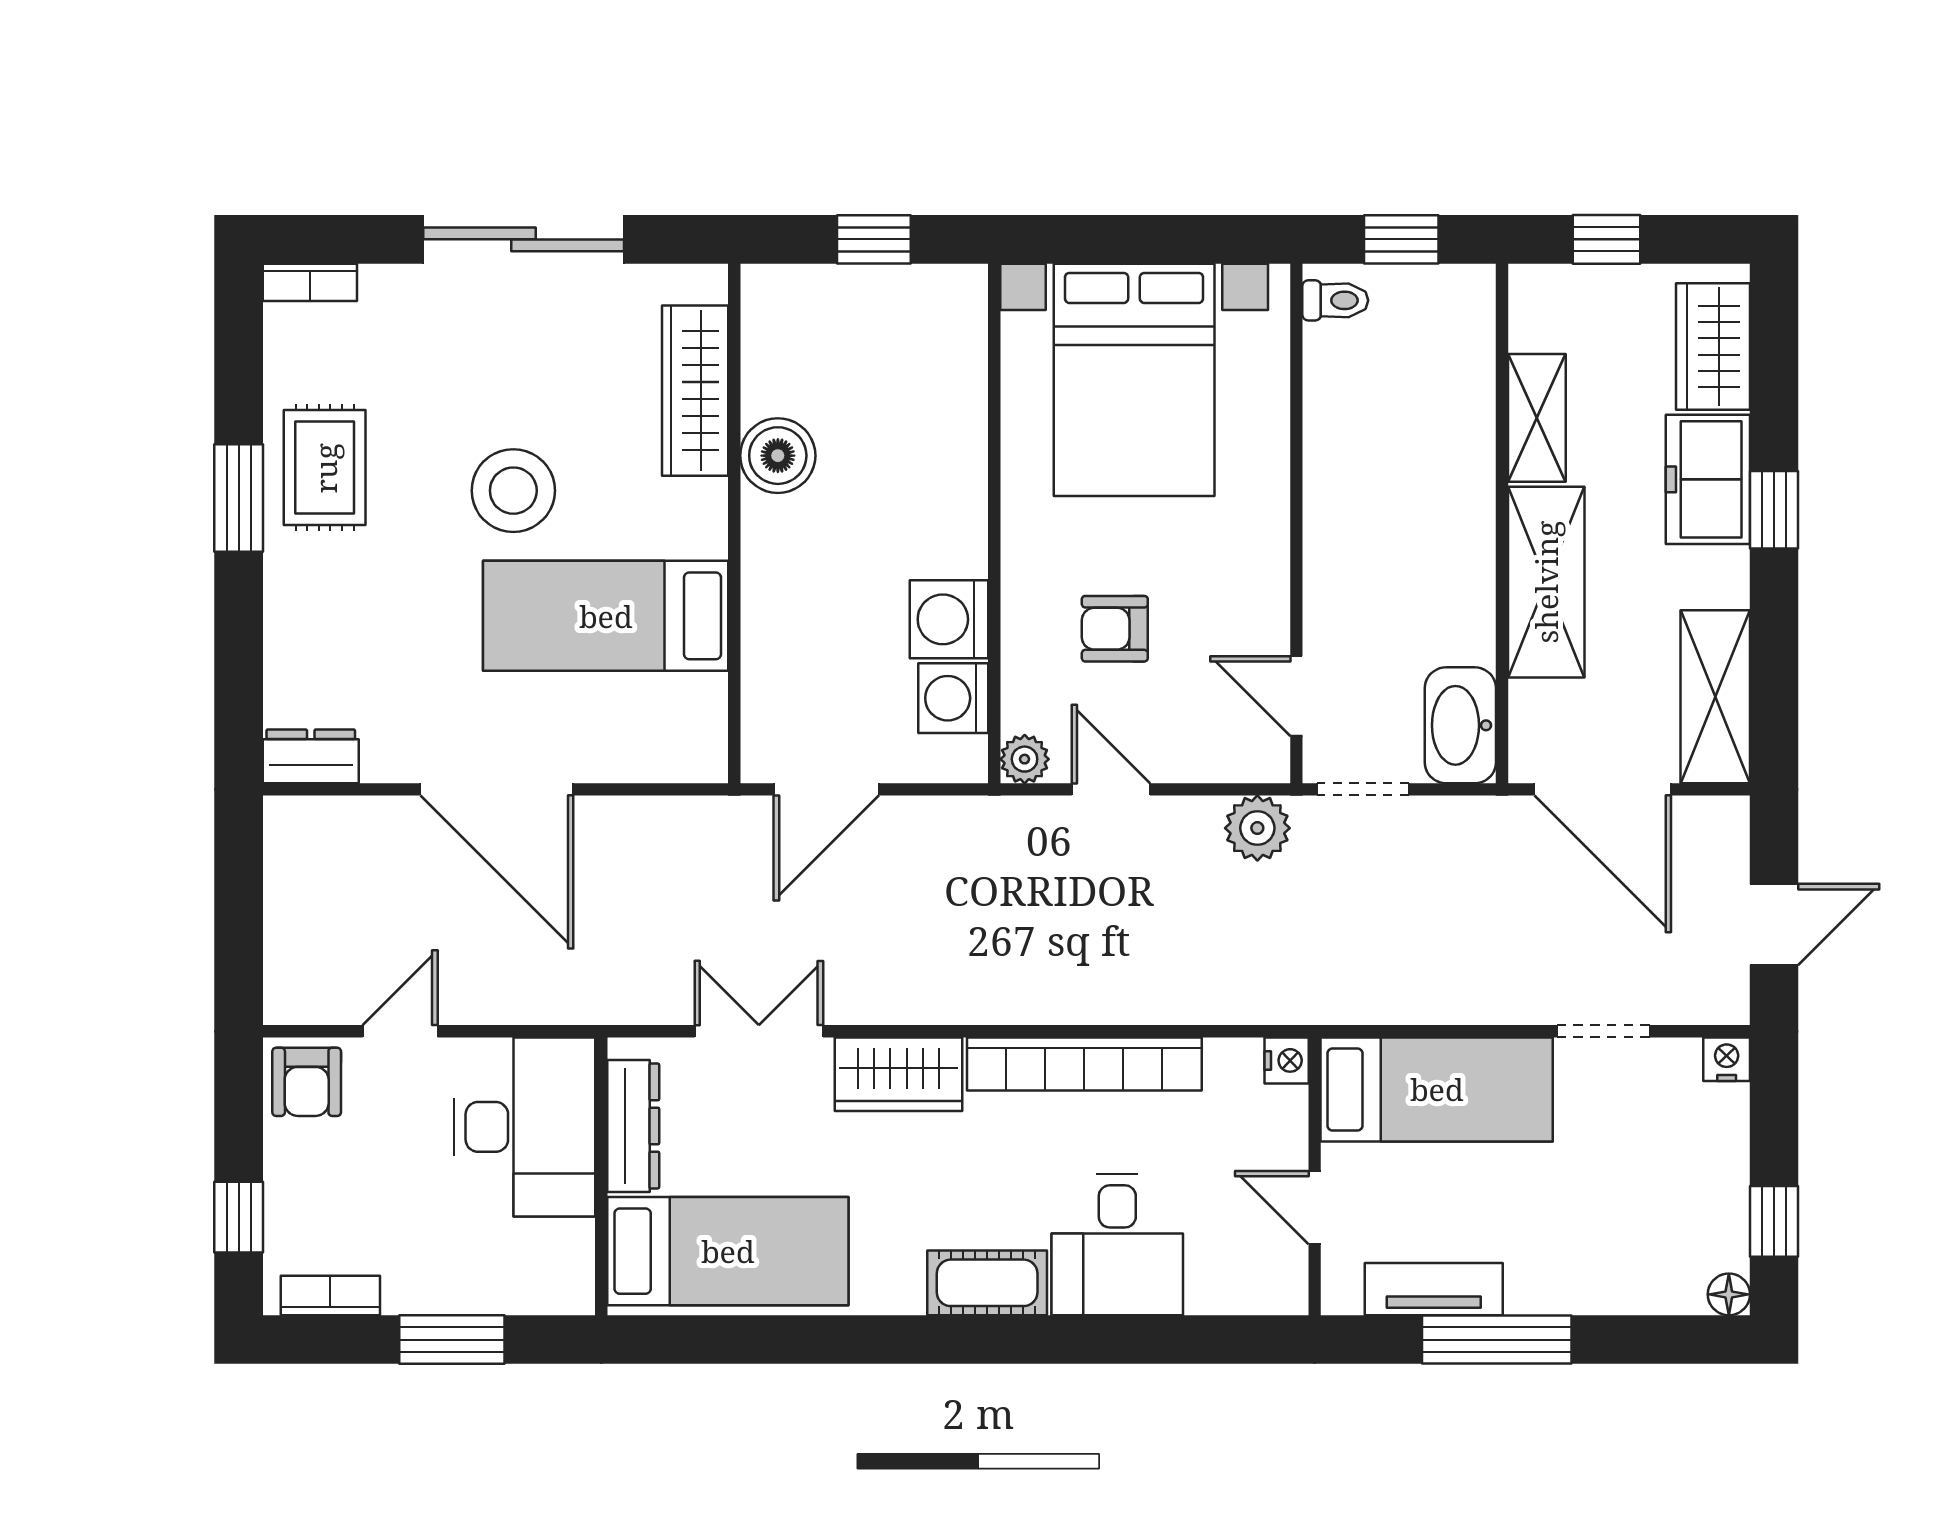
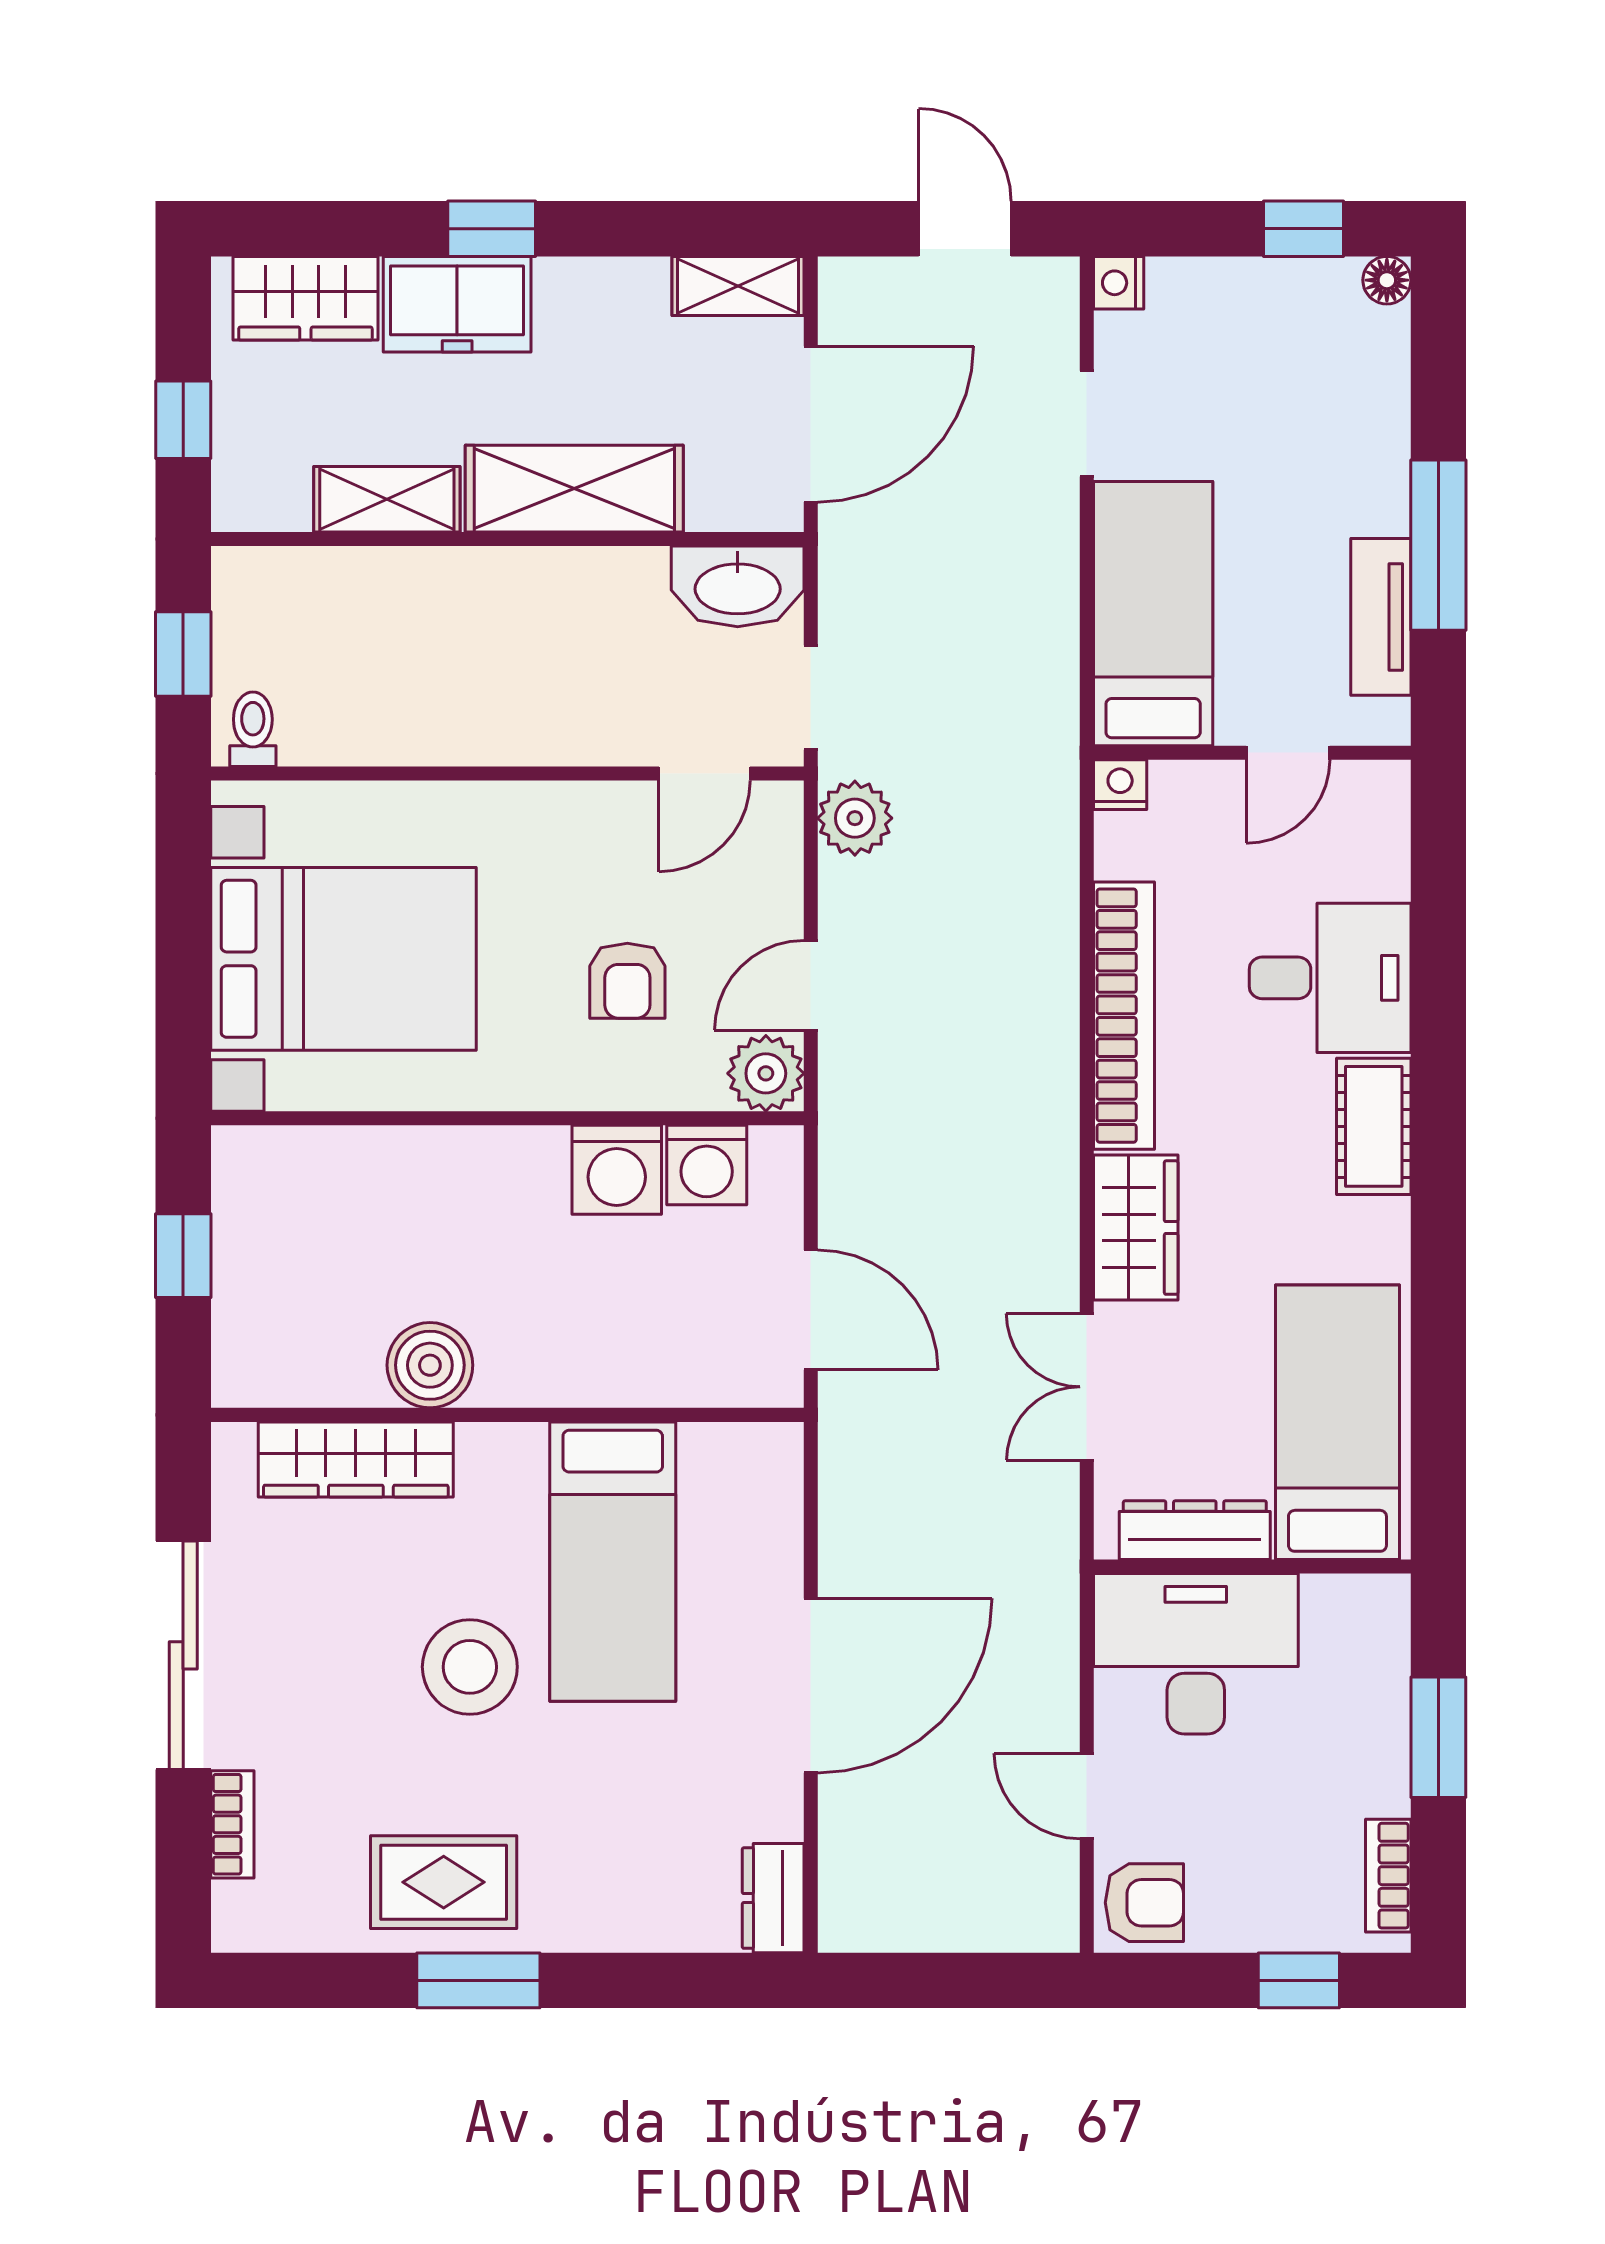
bookcase: (310, 282) -> (232, 1824), moved
shelving: (1715, 697) -> (738, 286), width x0.67, depth x0.75
plant: (1025, 759) -> (766, 1073), width x1.38, depth x1.38

